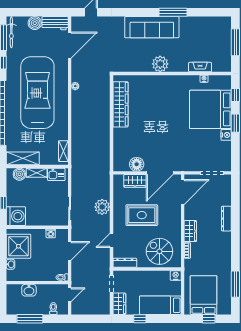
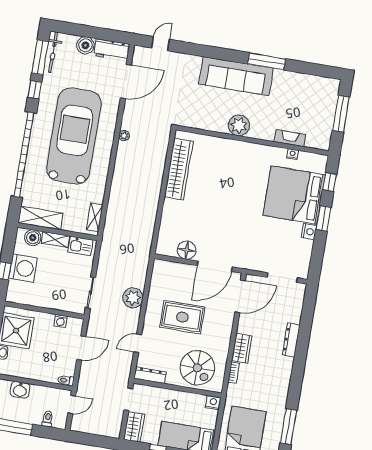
wardrobe: (135, 181) -> (181, 271), removed
washing machine: (16, 216) -> (23, 268), moved
spiral stairs: (159, 251) -> (197, 368), turned 180

